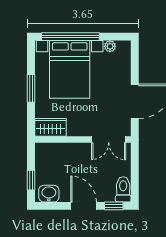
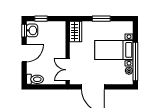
window: (70, 37) -> (135, 62), moved
bed with nightstands: (70, 69) -> (114, 50), width x0.73
window: (114, 206) -> (24, 31), moved

